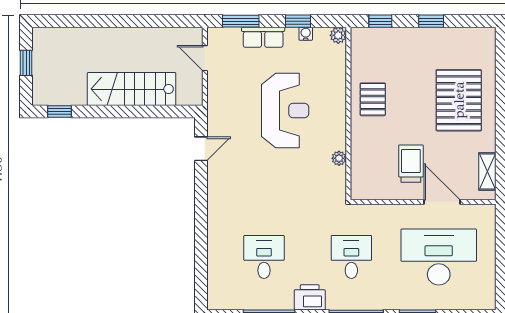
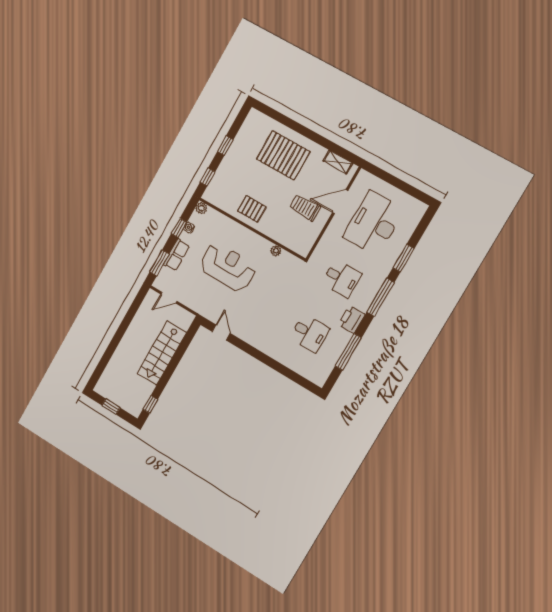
desk: (264, 257) -> (310, 333), turned 180
desk: (351, 257) -> (341, 279), turned 180

